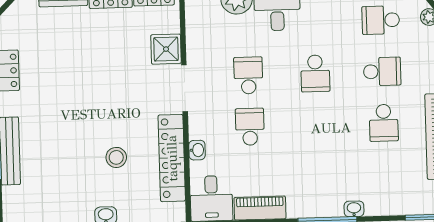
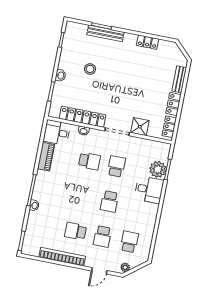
school desk: (315, 73) -> (109, 201), turned -90
school desk: (248, 75) -> (116, 166), turned -90
stool: (116, 157) -> (90, 69), moved

